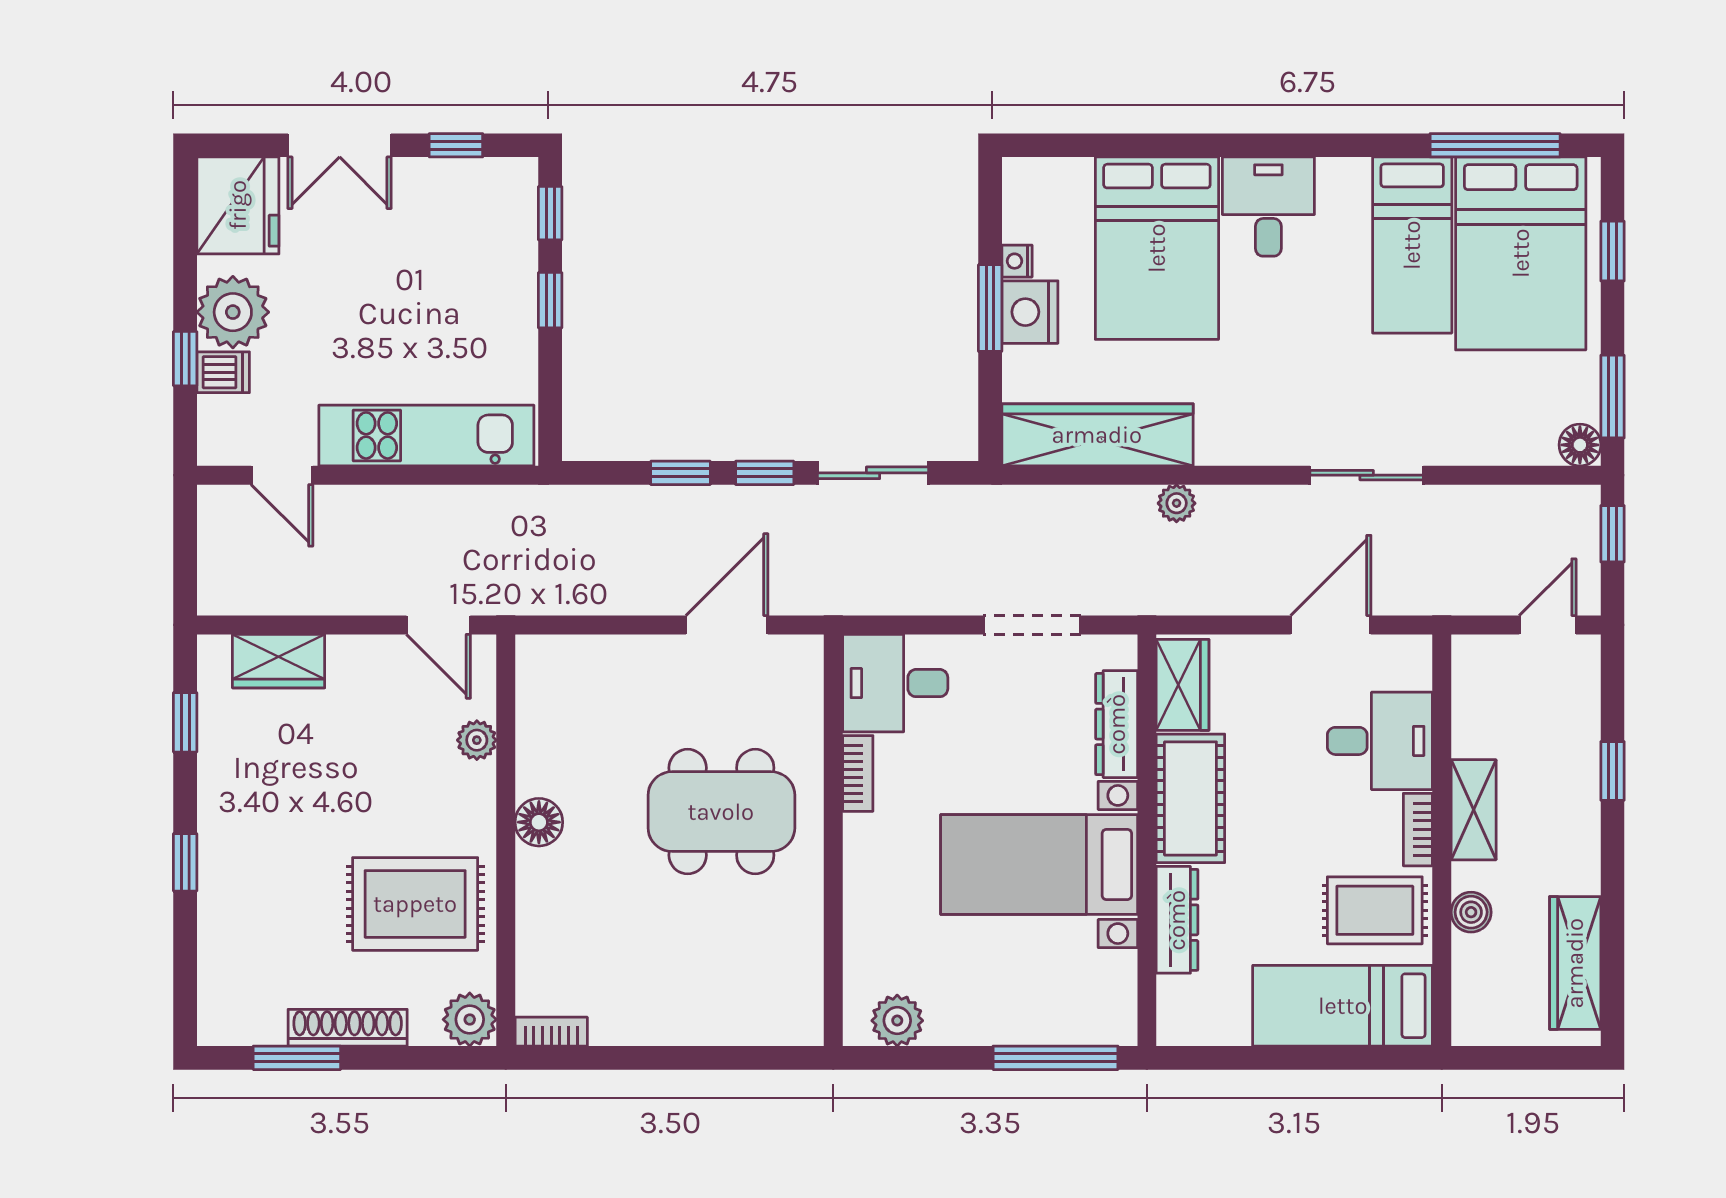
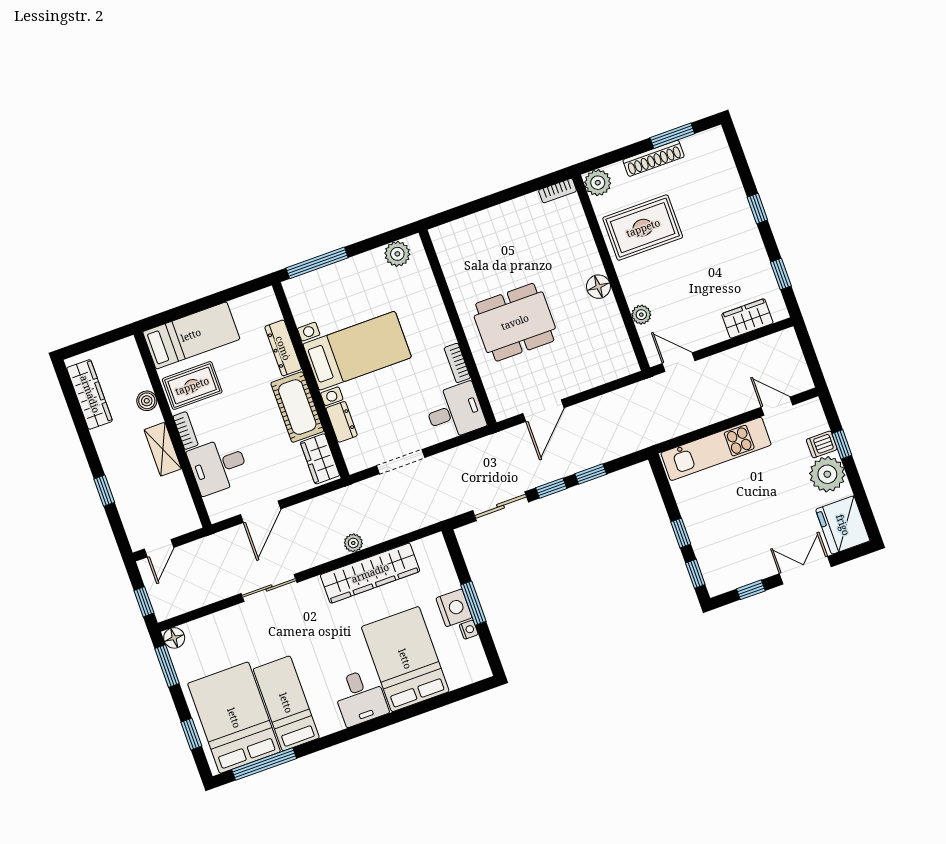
wardrobe: (1097, 435) -> (370, 573), moved
dresser: (1117, 724) -> (342, 422), width x0.70

